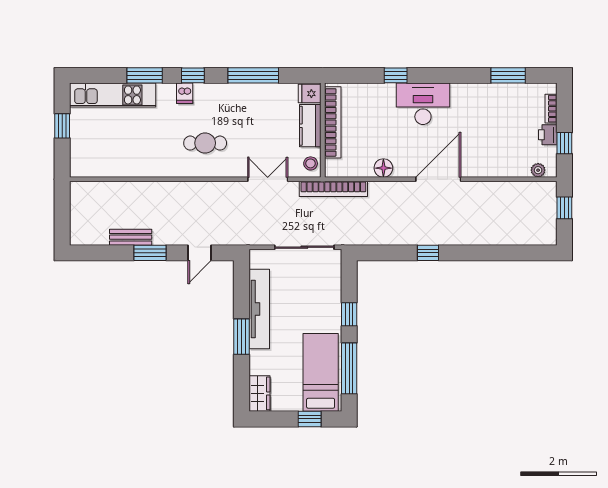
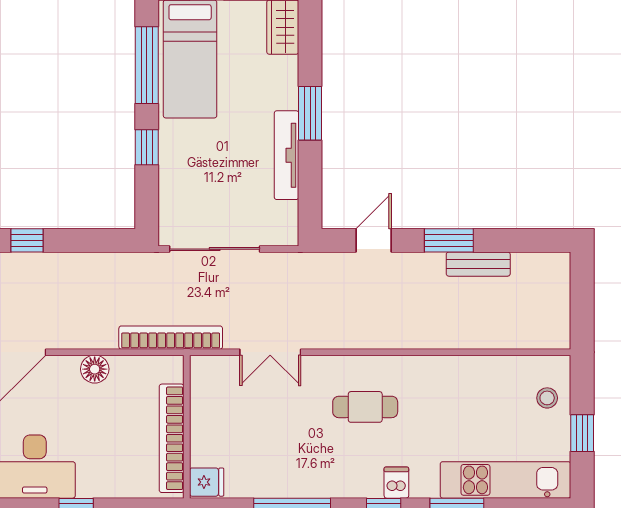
kitchen counter: (310, 126) -> (206, 433), removed
stool: (311, 163) -> (547, 398), moved
tv unit: (259, 309) -> (286, 155), width x0.73, depth x0.78

